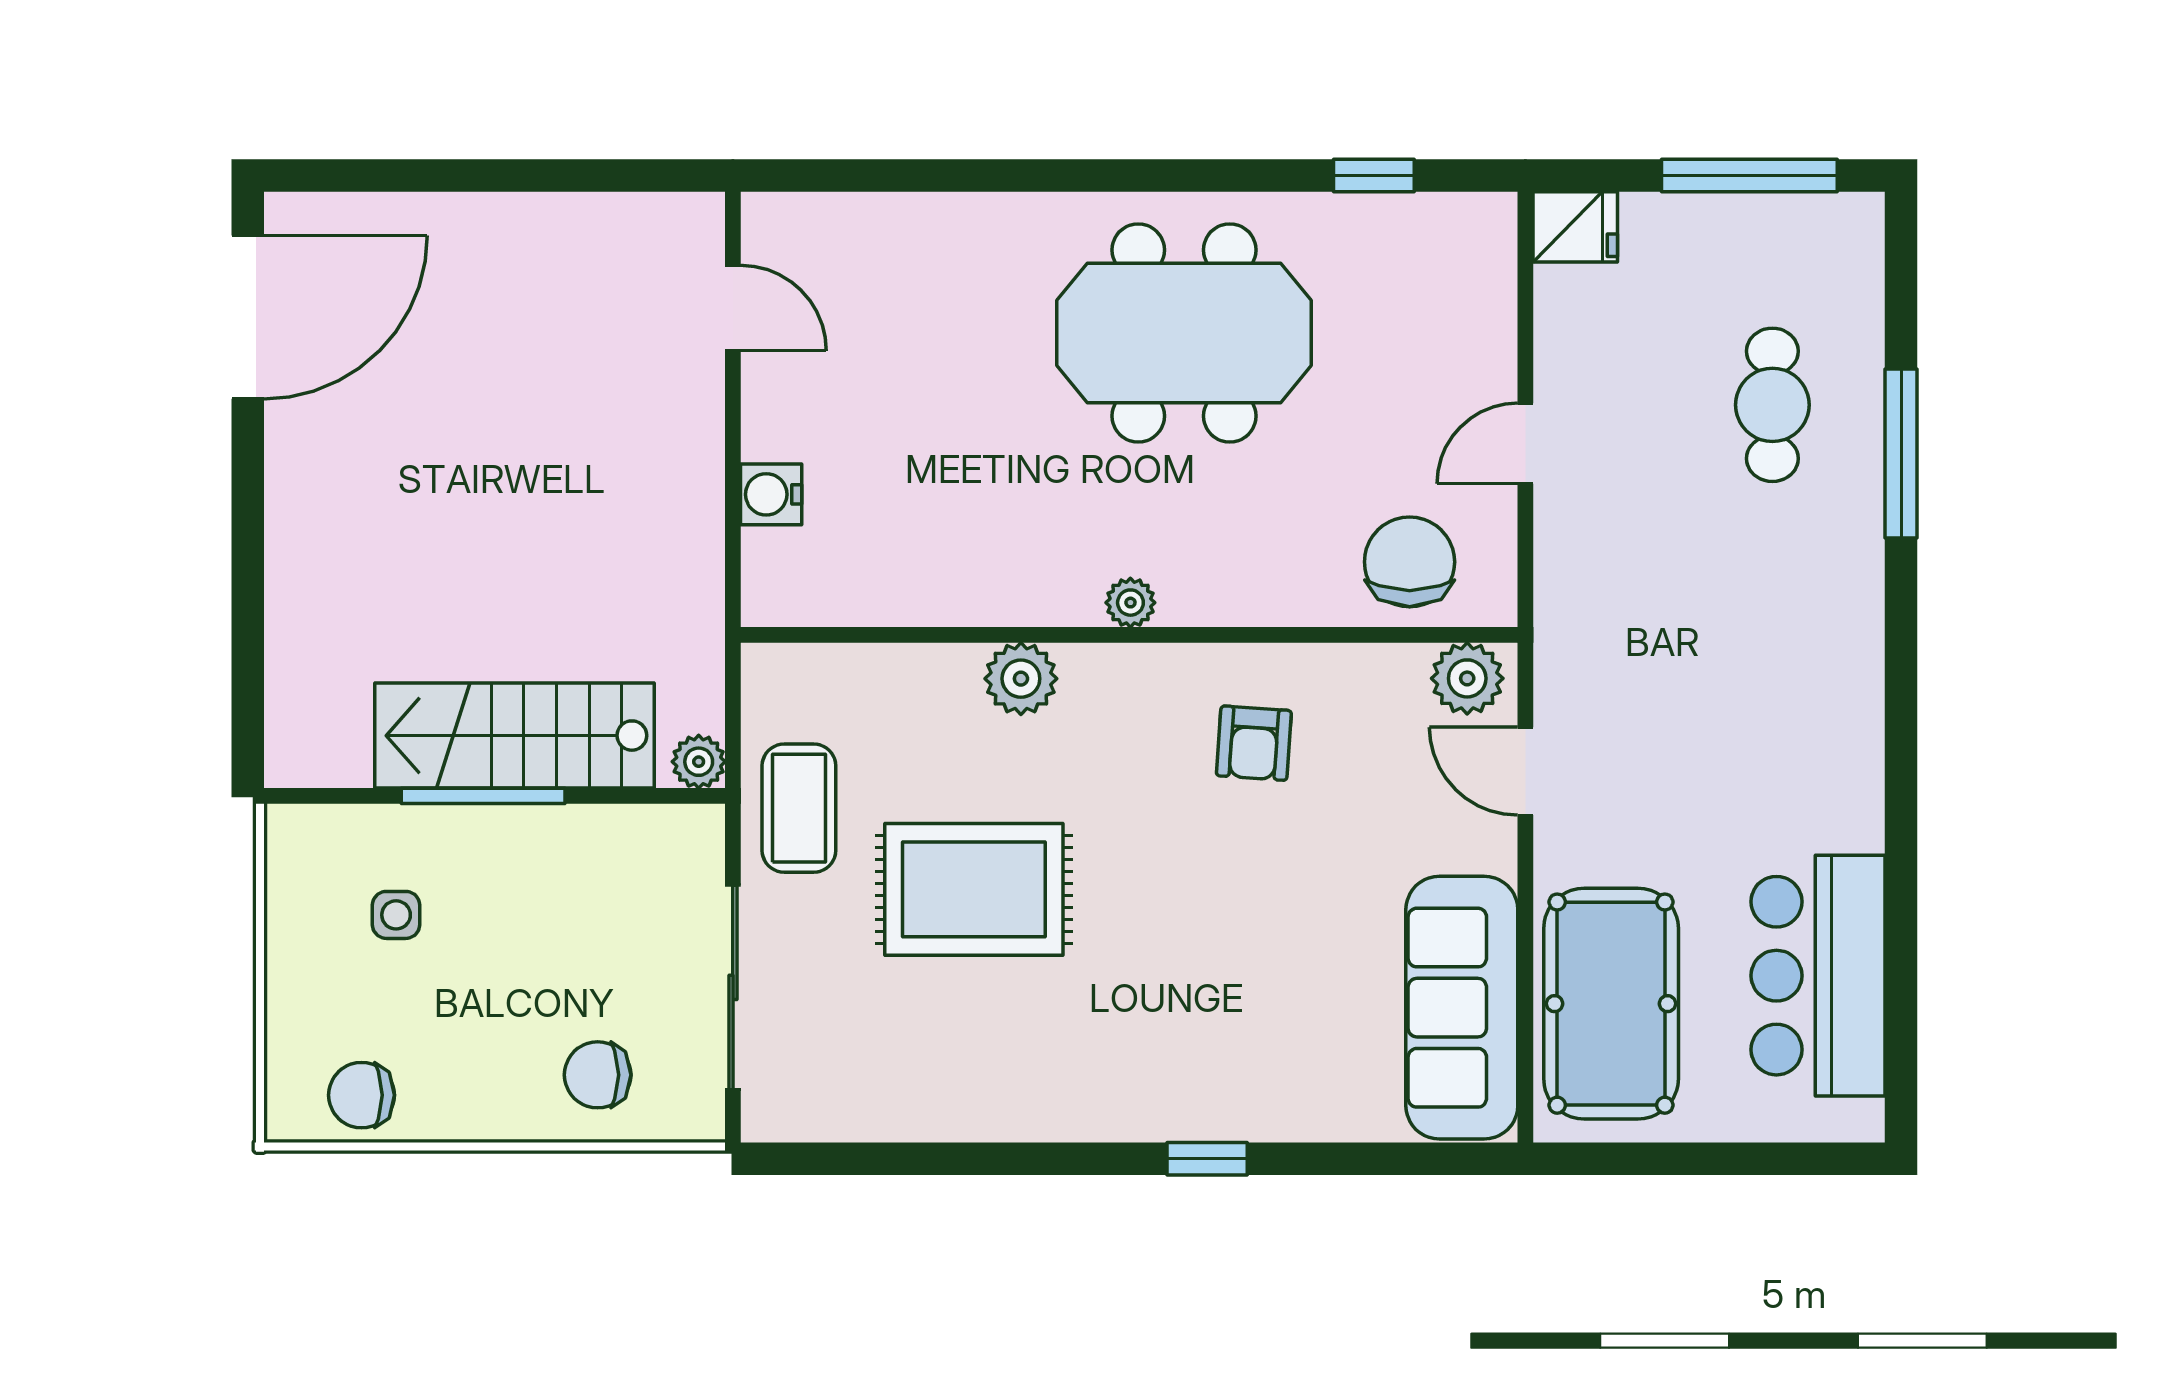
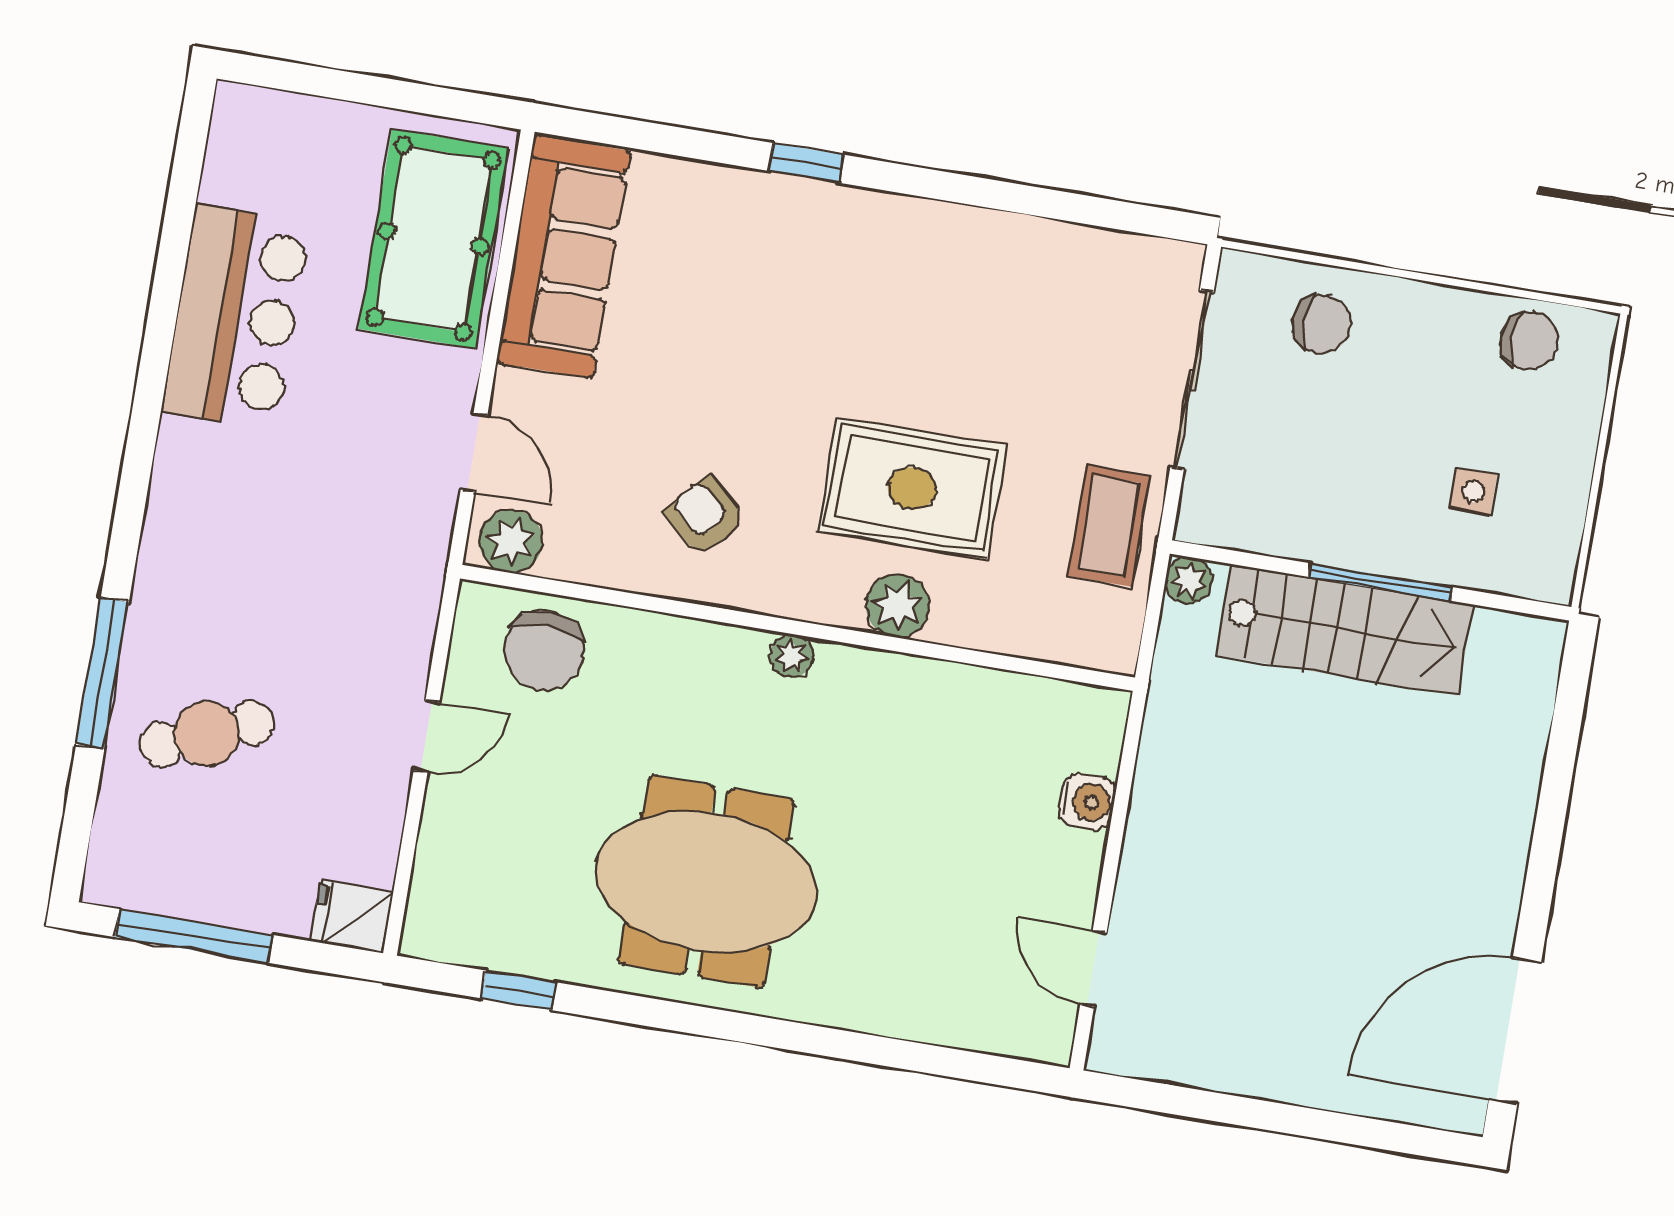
cafe table: (1772, 405) -> (207, 734), turned 67
armchair: (1254, 743) -> (705, 516), turned -52
rug: (974, 889) -> (912, 488), moved
bar counter: (1818, 976) -> (236, 317), moved

